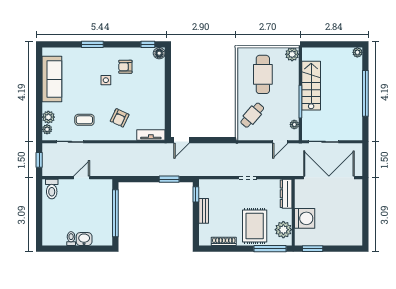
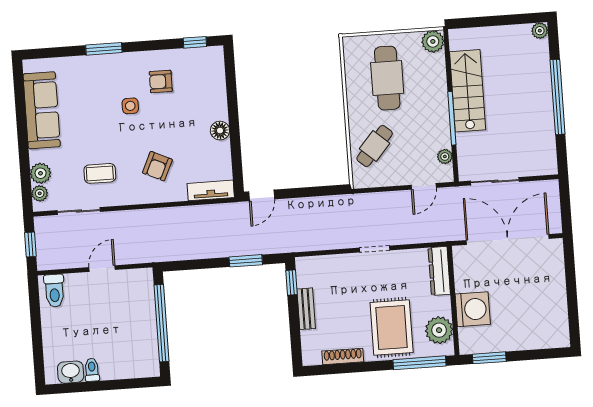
floor lamp: (159, 53) -> (220, 131), moved
washbasin: (84, 239) -> (71, 372), moved

